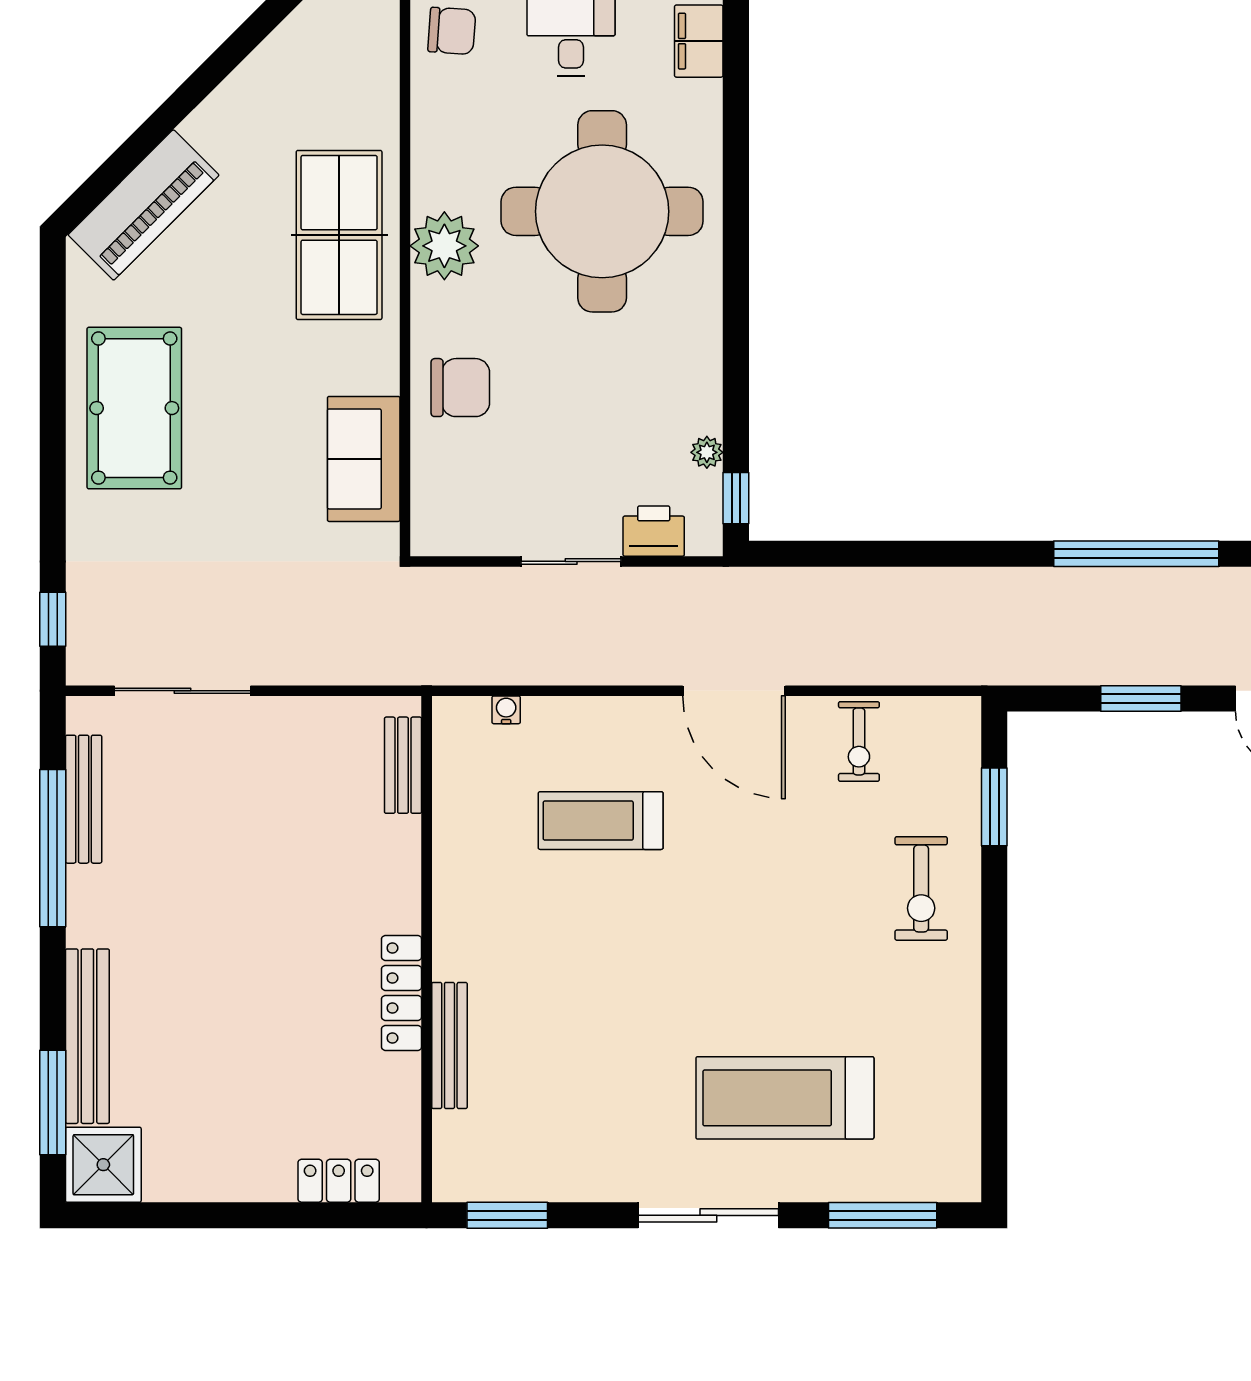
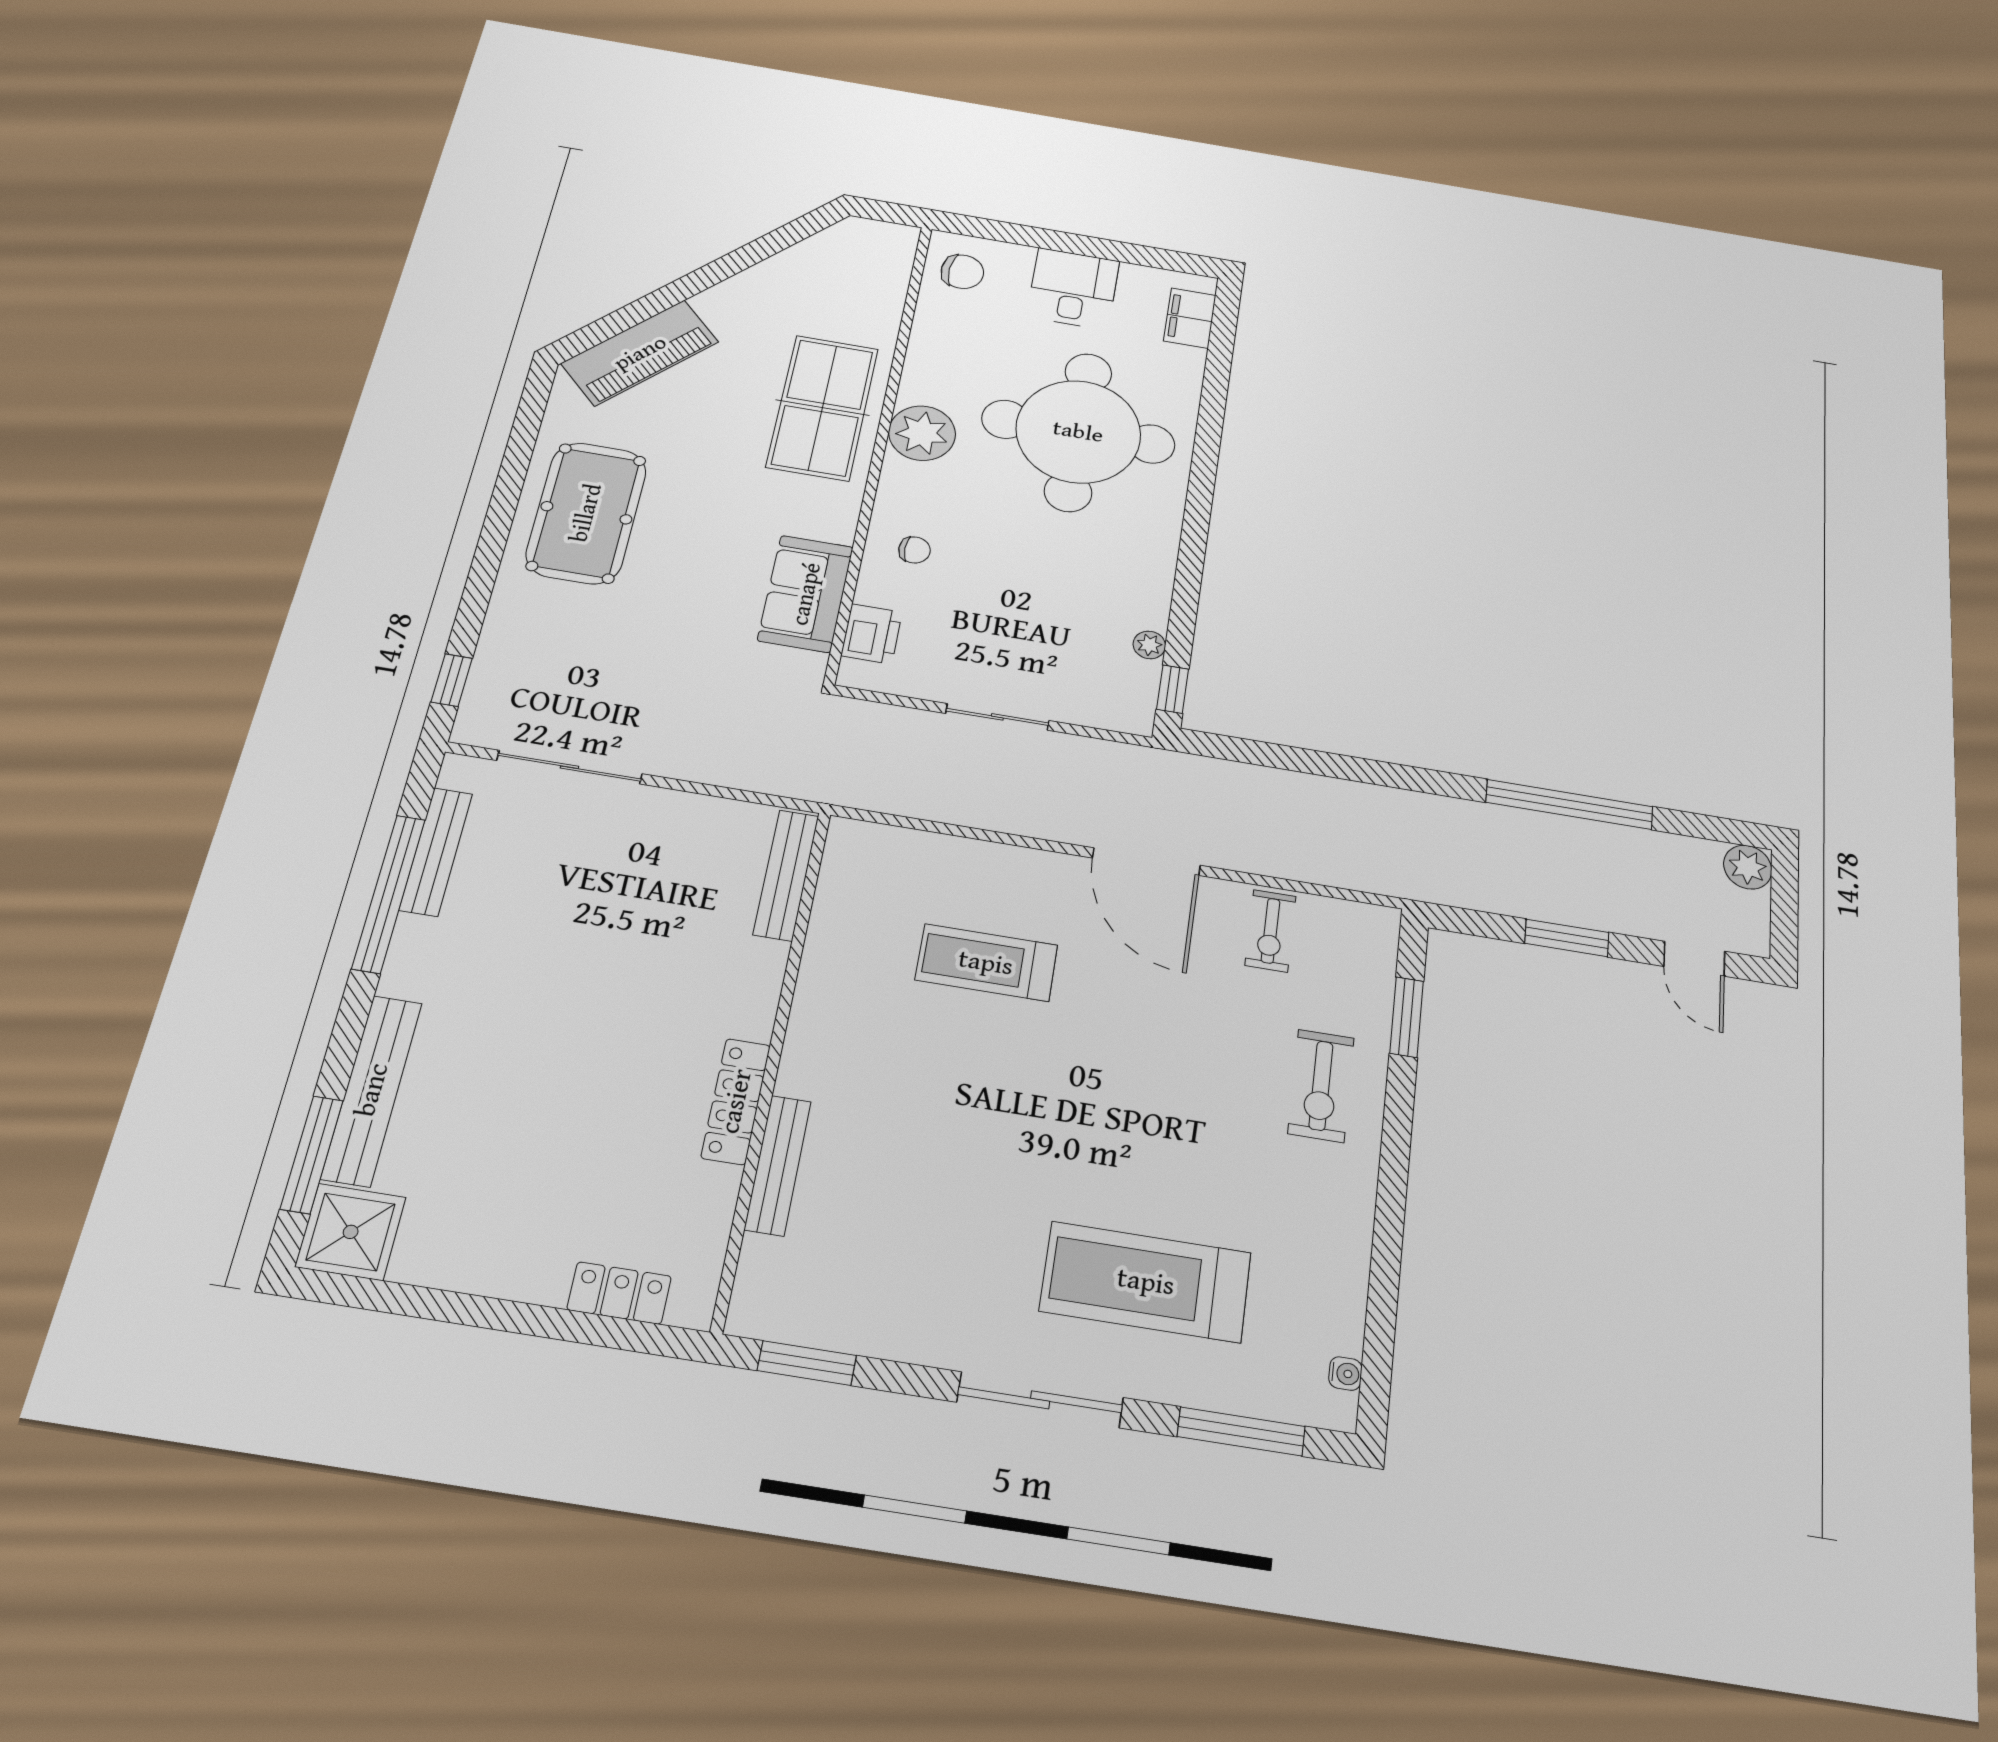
chair: (460, 388) -> (914, 550), width x0.54, depth x0.54
printer: (654, 531) -> (872, 634), moved, turned 90
water cooler: (506, 710) -> (1345, 1374), moved, turned 90
bench: (403, 765) -> (786, 875), width x1.36

